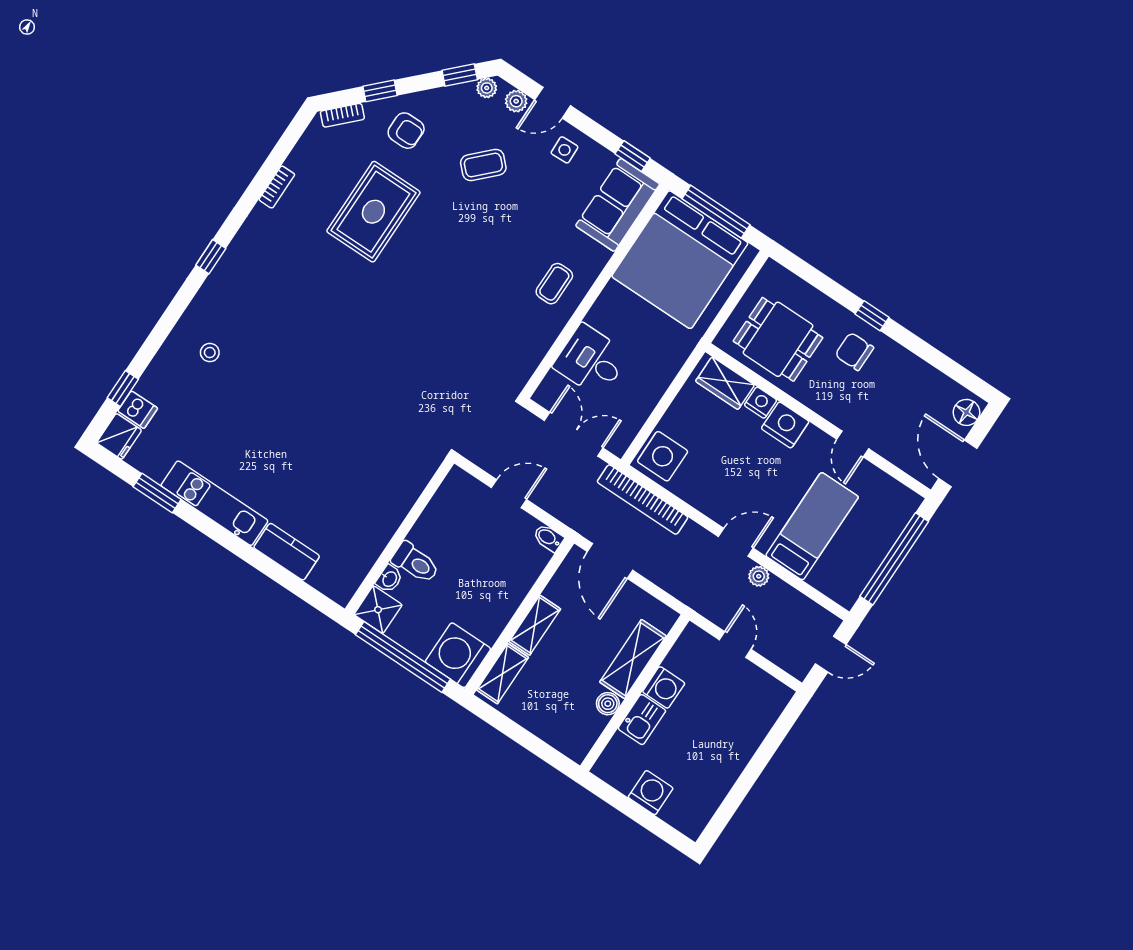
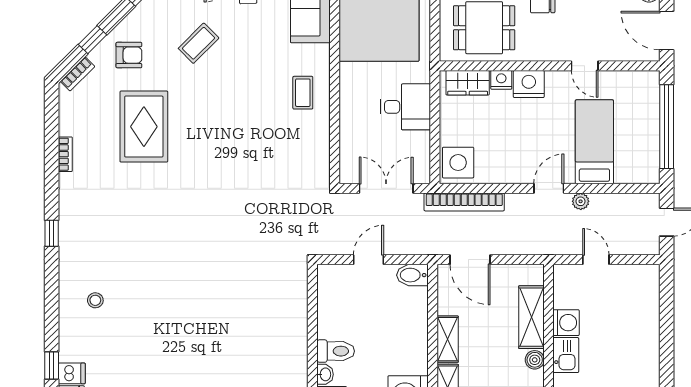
desk: (591, 360) -> (406, 107), moved, turned 180
bidet: (548, 538) -> (412, 275), width x1.38, depth x1.36

